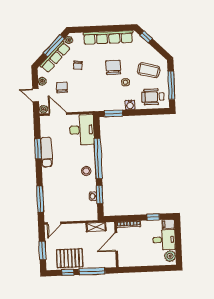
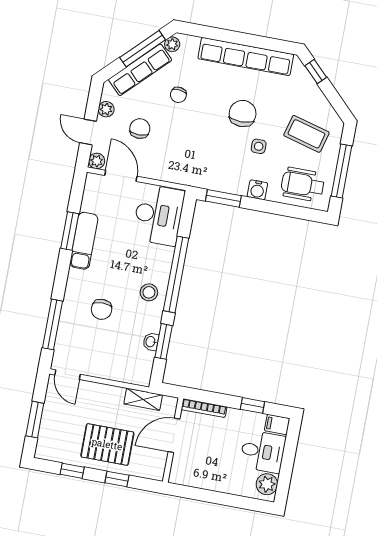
chair: (64, 185) -> (102, 309), added
door: (54, 223) -> (67, 375), hinge flipped
pallet: (70, 258) -> (107, 444), moved
window: (92, 271) -> (117, 479), width x0.46

